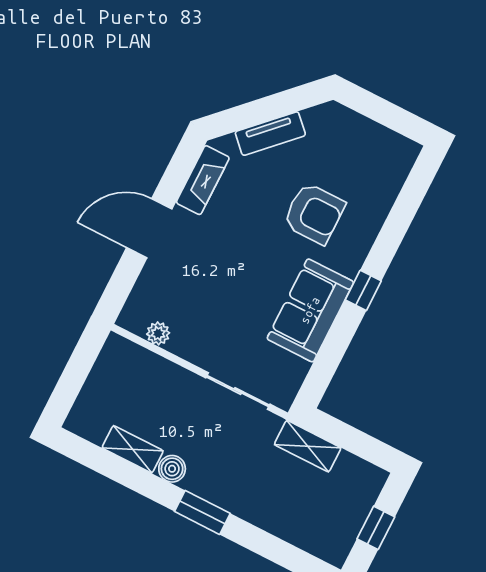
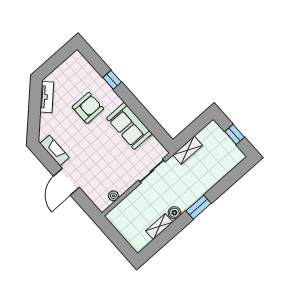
tv unit: (270, 134) -> (47, 97), moved
window: (363, 290) -> (112, 80), moved

